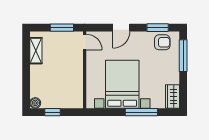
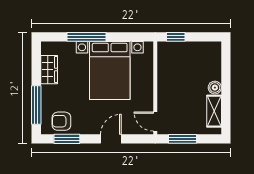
wardrobe: (172, 96) -> (49, 70), moved
boiler: (35, 103) -> (215, 88), moved
window: (52, 112) -> (176, 37), moved

